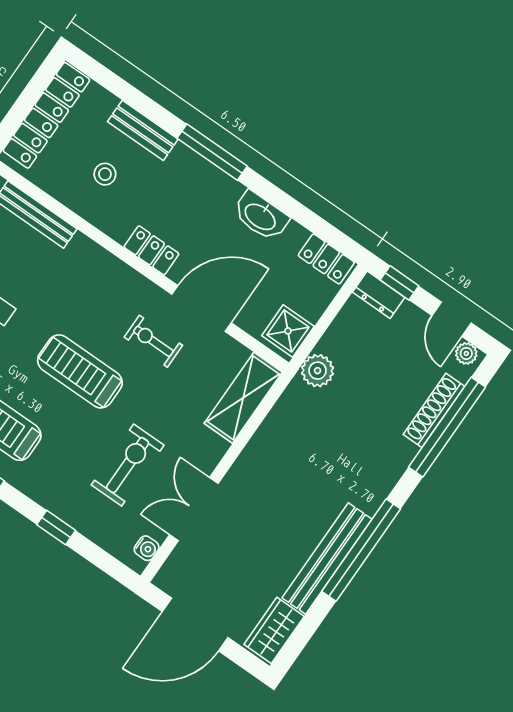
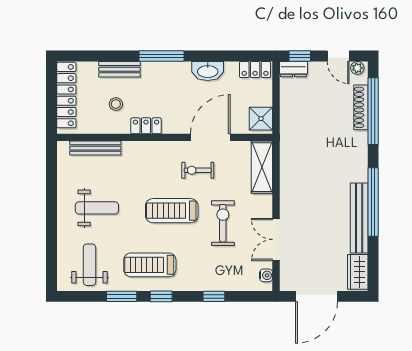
locker: (151, 250) -> (146, 126), moved
plant: (318, 371) -> (289, 128), removed
exercise bike: (128, 465) -> (223, 223), moved

